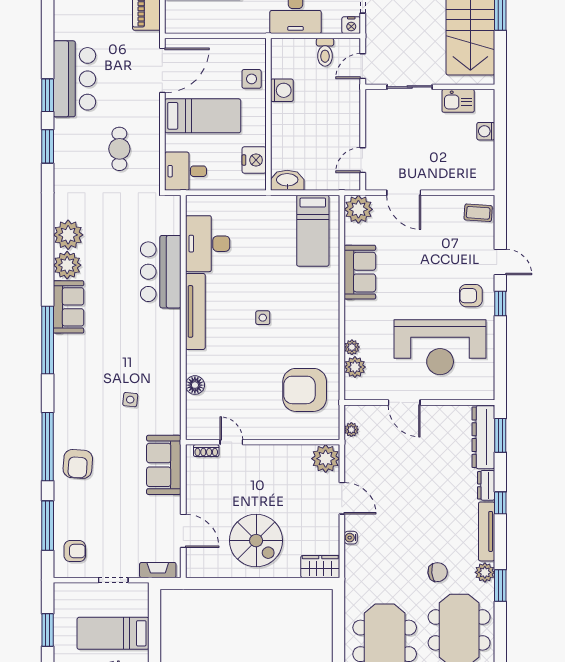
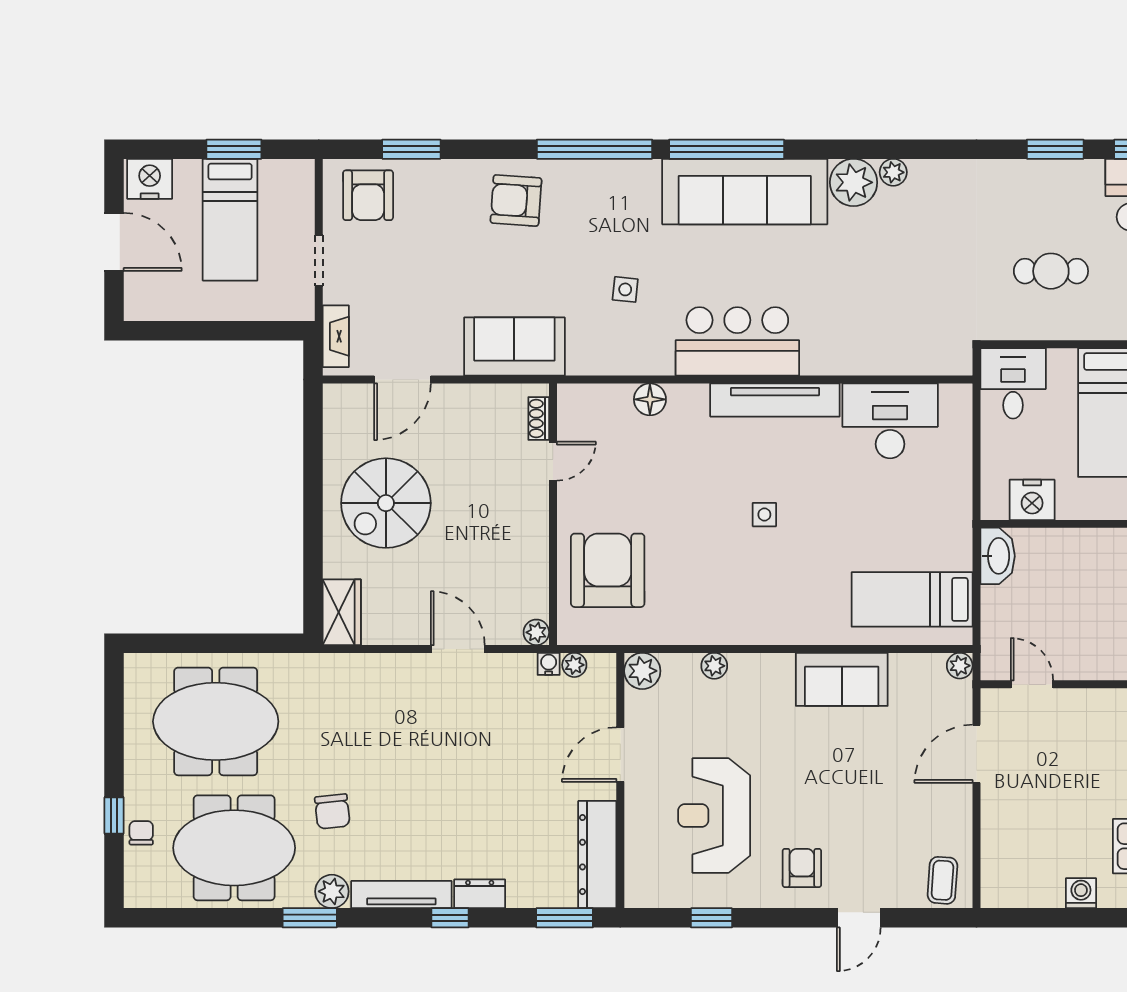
plant: (358, 209) -> (960, 666), width x0.53, depth x0.53
plant: (68, 235) -> (893, 172), width x0.53, depth x0.53
bar counter: (161, 272) -> (737, 341), moved
window: (500, 303) -> (712, 918), moved
sofa: (68, 307) -> (745, 192), width x1.85, depth x1.27
reception desk: (440, 347) -> (714, 816), width x0.74, depth x0.77
plant: (355, 367) -> (642, 671), moved
armchair: (305, 390) -> (608, 570), moved
dresser: (483, 437) -> (597, 855), moved, turned -90
window: (48, 447) -> (595, 149), moved
plant: (326, 459) -> (536, 632), width x0.53, depth x0.53
door: (342, 498) -> (458, 649), swing flipped
window: (48, 526) -> (411, 149), width x0.69
water cooler: (351, 538) -> (549, 664), moved
armchair: (75, 551) -> (368, 195), width x1.38, depth x1.38
bed: (113, 633) -> (230, 220), moved, turned 180

